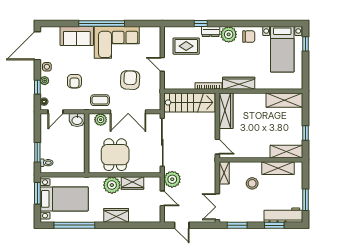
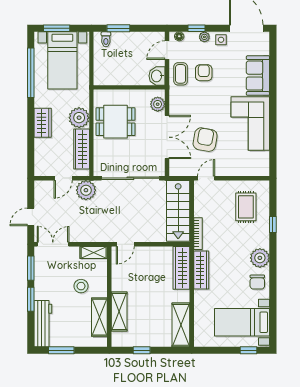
window: (102, 24) -> (273, 105), removed
dresser: (211, 31) -> (263, 236), removed
door: (162, 64) -> (206, 178), moved
armchair: (130, 80) -> (205, 140), turned -83
armchair: (74, 81) -> (204, 73), turned 90
coffee table: (100, 100) -> (181, 74), moved
wardrobe: (226, 111) -> (181, 268), moved, turned 90
door: (56, 112) -> (167, 50), hinge flipped
double door: (128, 112) -> (167, 137), swing flipped
shelving: (286, 152) -> (119, 312), moved
wardrobe: (132, 183) -> (82, 149), width x1.50
window: (37, 193) -> (57, 28), moved
door: (182, 225) -> (31, 217), moved
window: (274, 225) -> (31, 299), moved

